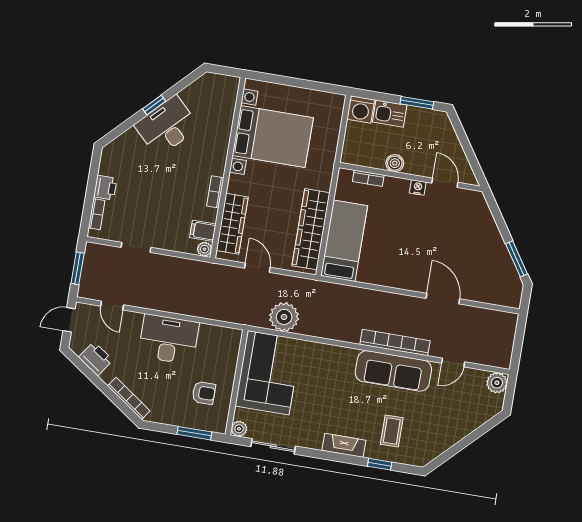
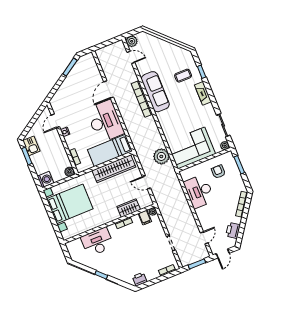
kitchen sink: (390, 114) -> (31, 146), moved
desk: (167, 126) -> (97, 242), moved, turned 136
bed with nightstands: (273, 137) -> (70, 204), moved, turned 90
boiler: (395, 163) -> (70, 172), moved
printer: (105, 188) -> (140, 279), moved
wardrobe: (232, 224) -> (129, 208), width x0.67
desk: (395, 262) -> (105, 121), added
door: (257, 268) -> (146, 182), hinge flipped
door: (69, 320) -> (223, 253), hinge flipped
desk: (169, 339) -> (199, 191), moved
door: (453, 362) -> (131, 57), moved

